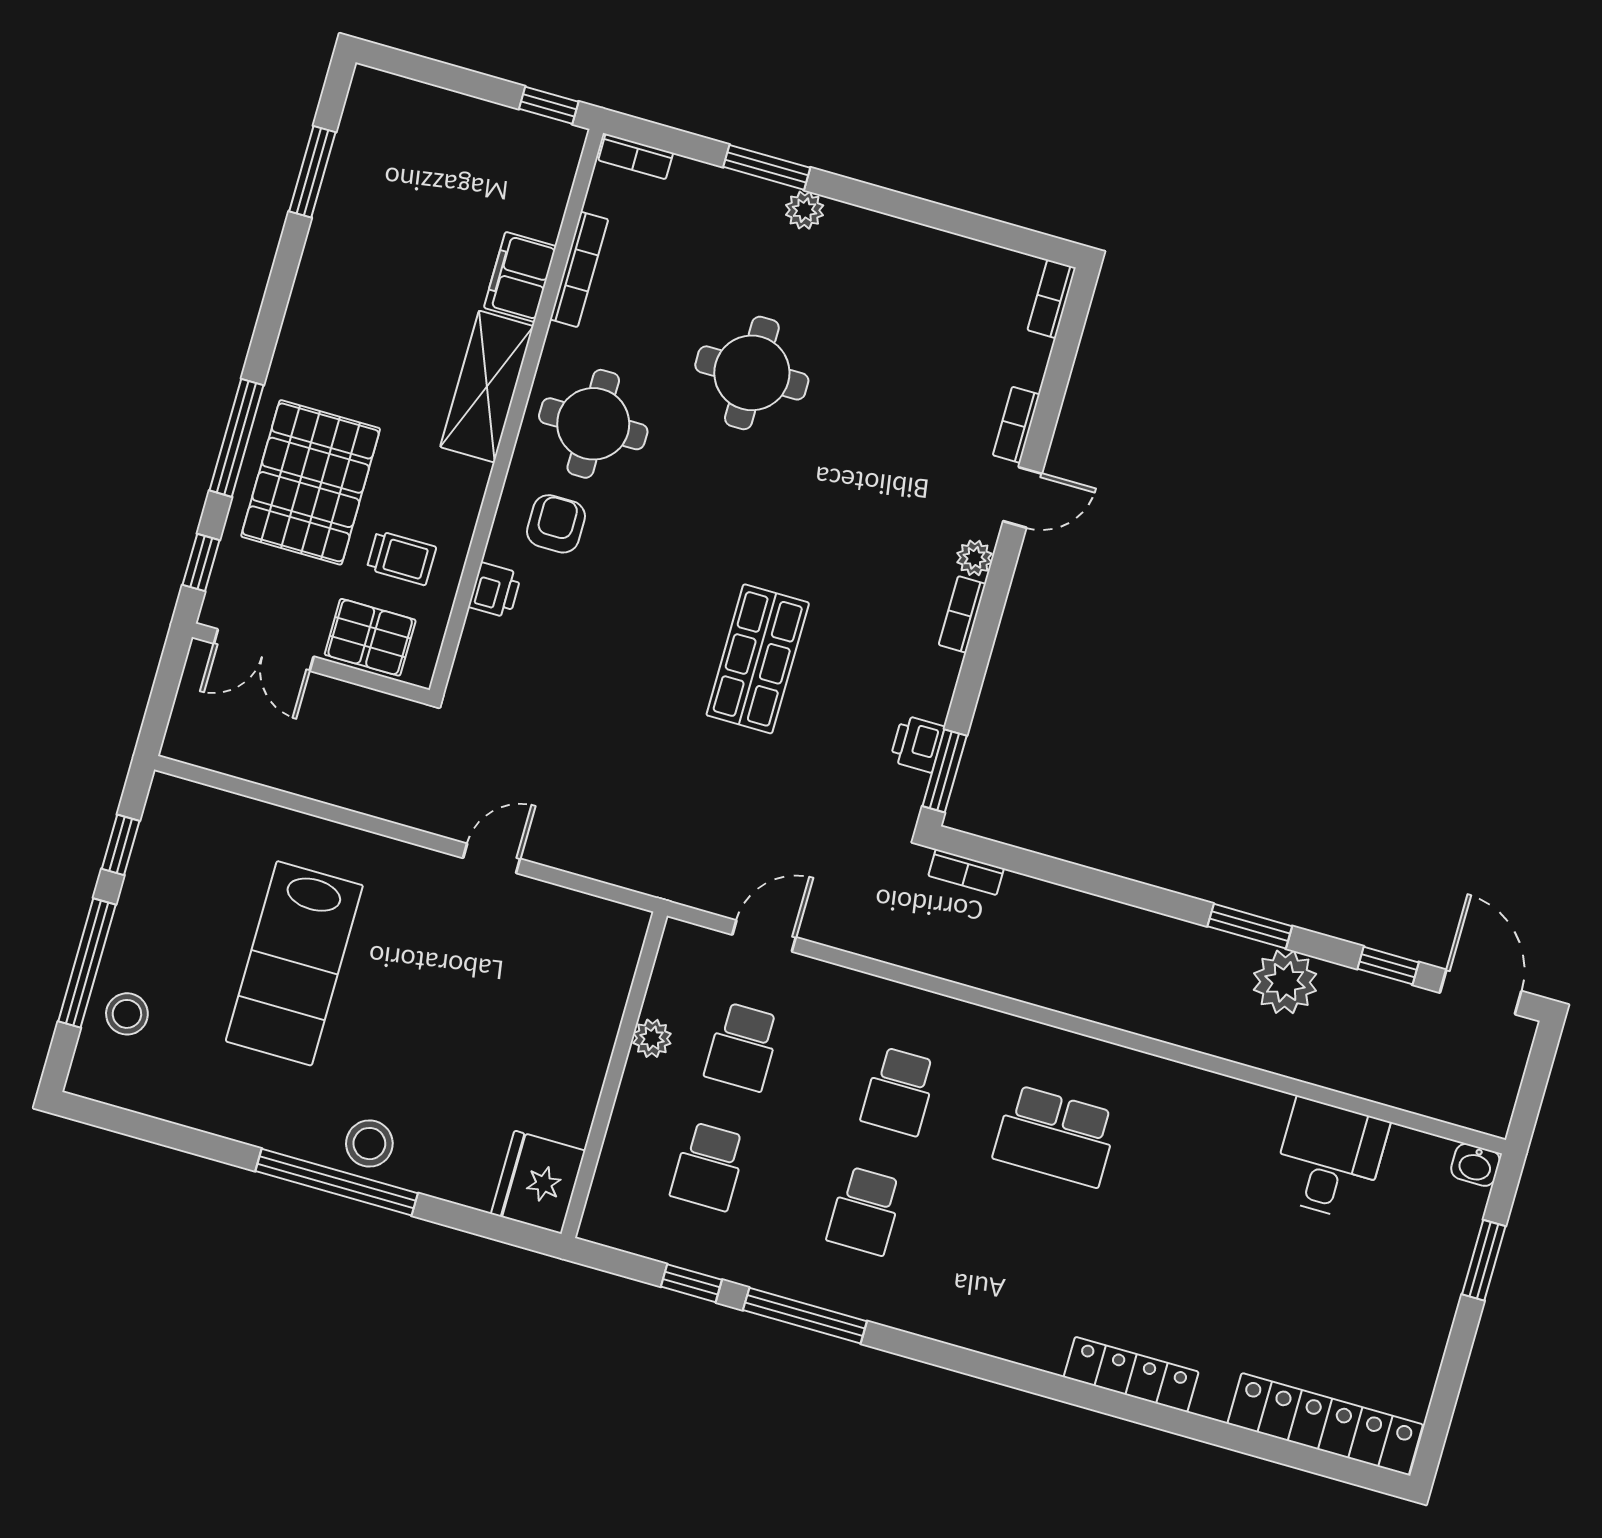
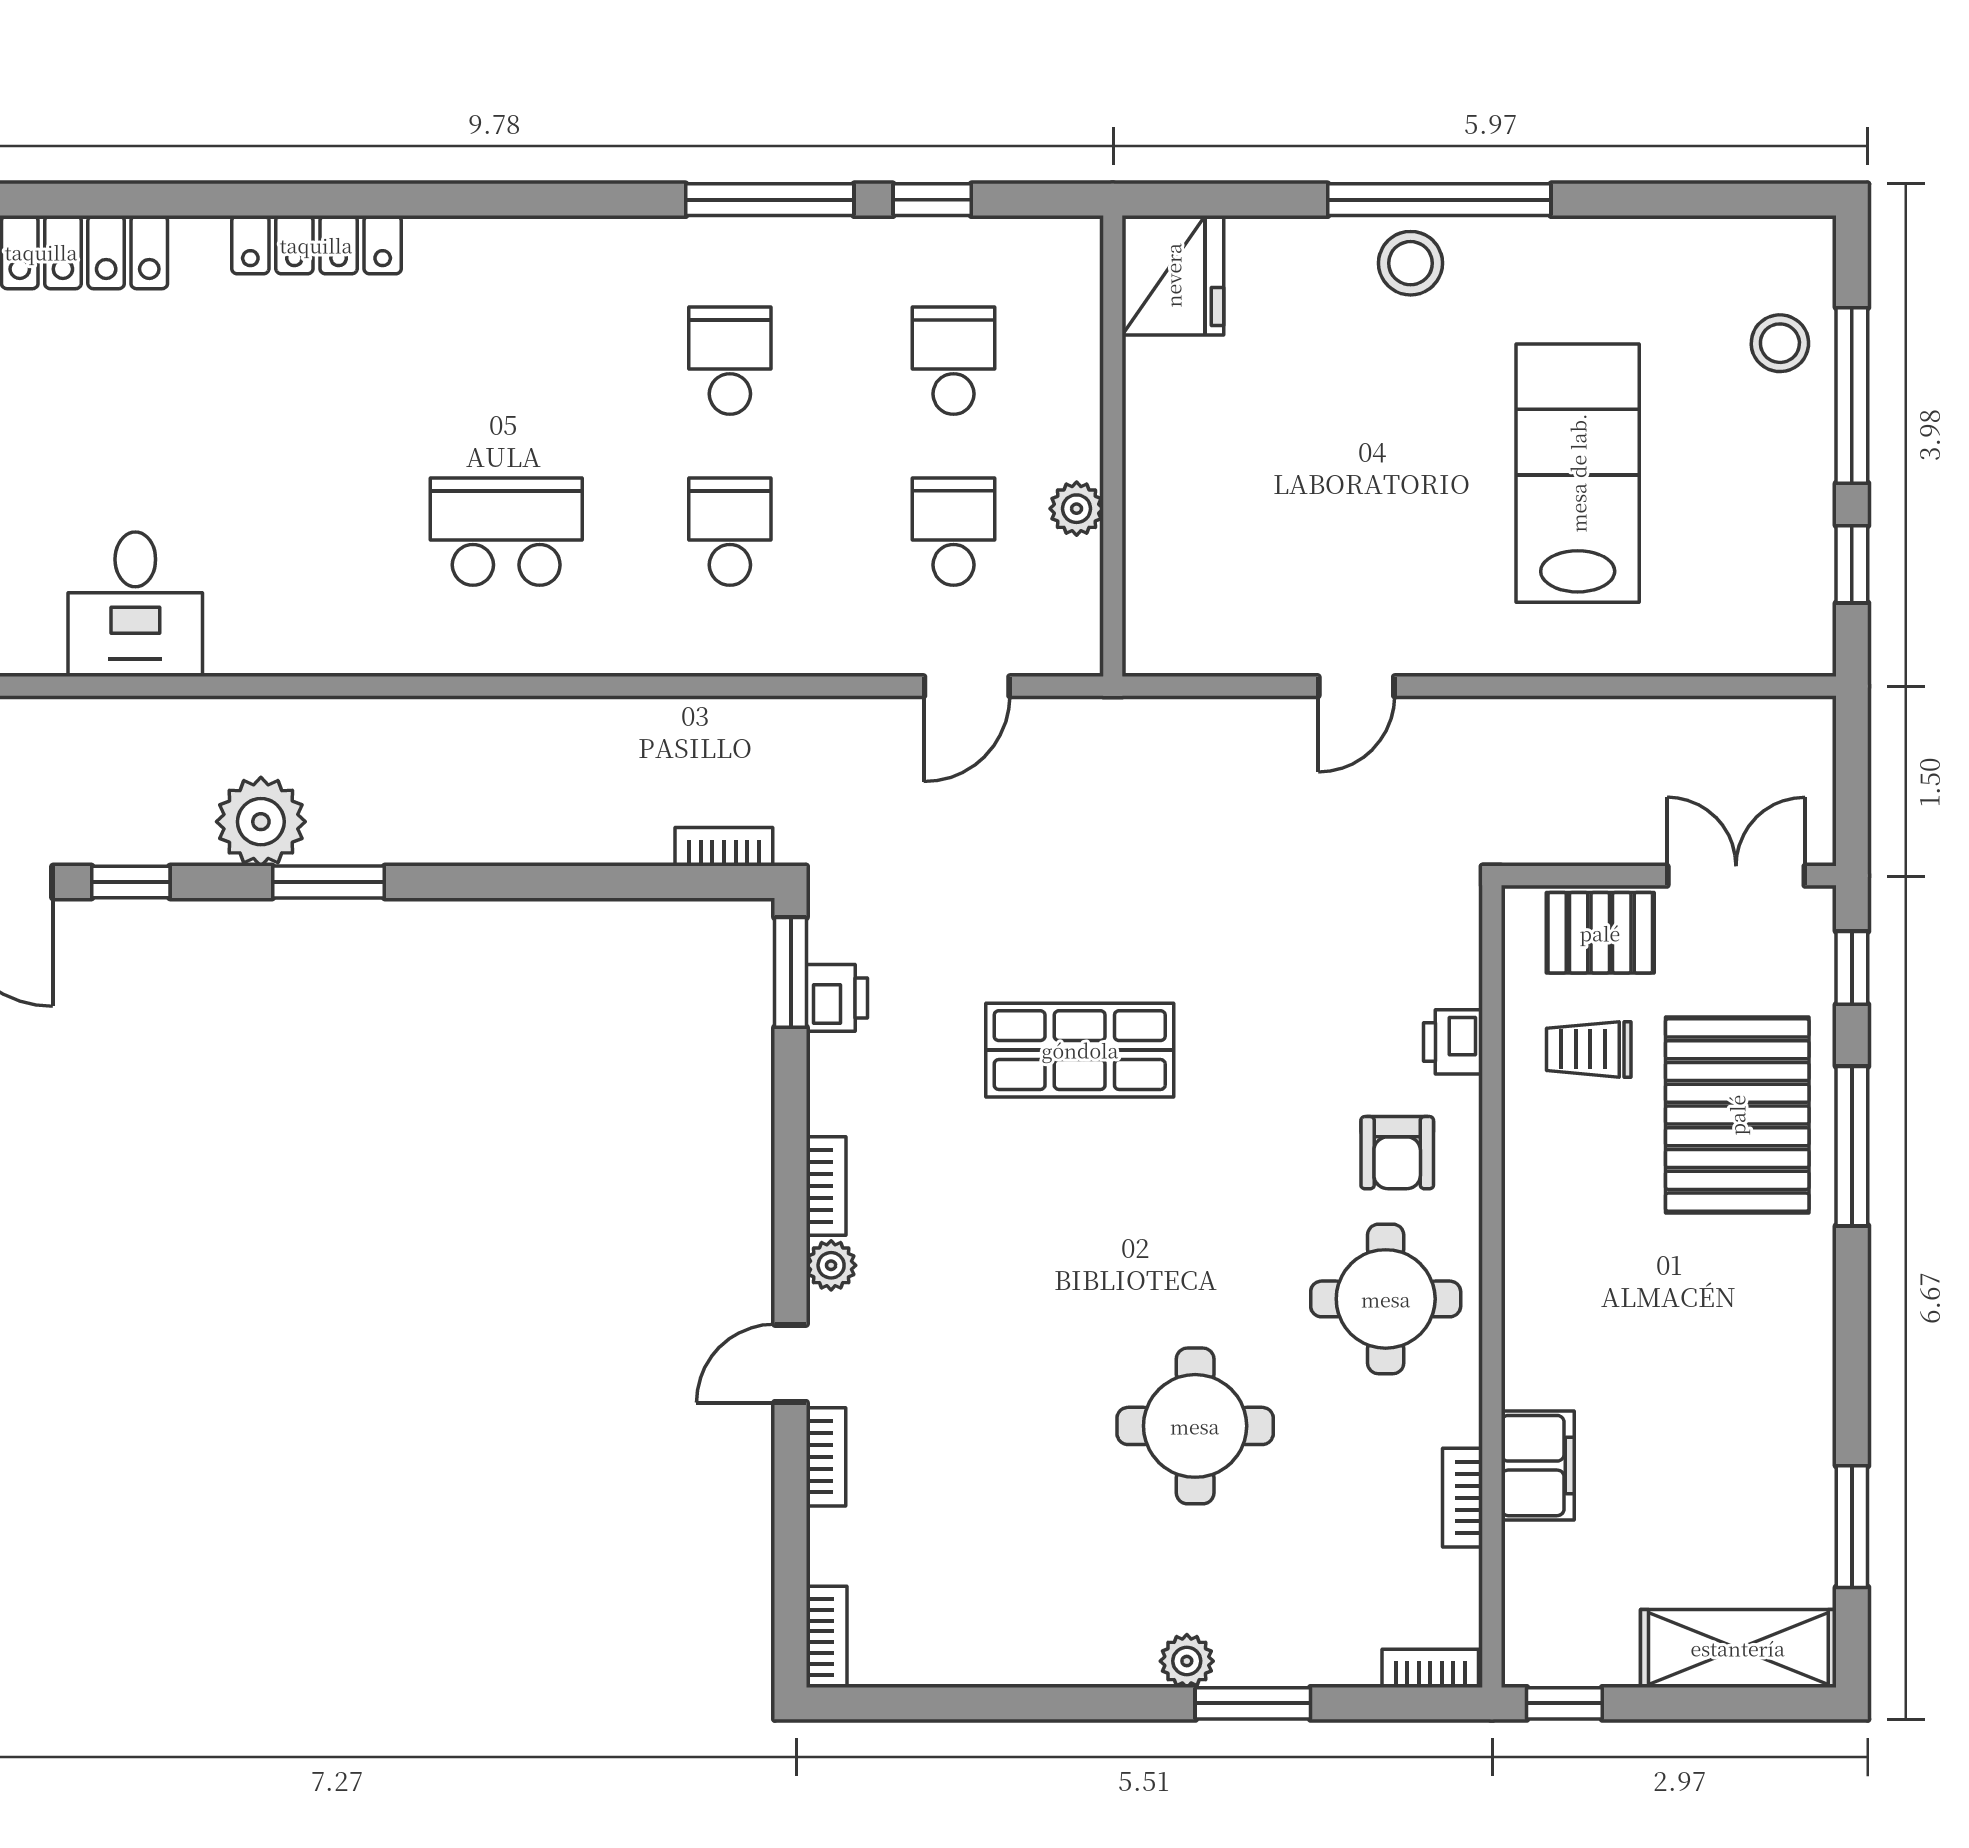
bookcase: (579, 269) -> (1463, 1498), width x0.64
shelving: (487, 387) -> (1738, 1648), moved, turned 90
shop shelf: (758, 659) -> (1080, 1050), turned 90

